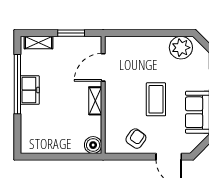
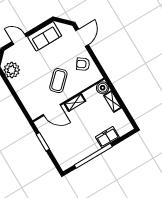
shelving: (39, 43) -> (113, 101), moved
freezer: (30, 90) -> (107, 137), moved
coffee table: (156, 99) -> (58, 81), moved, turned -44

